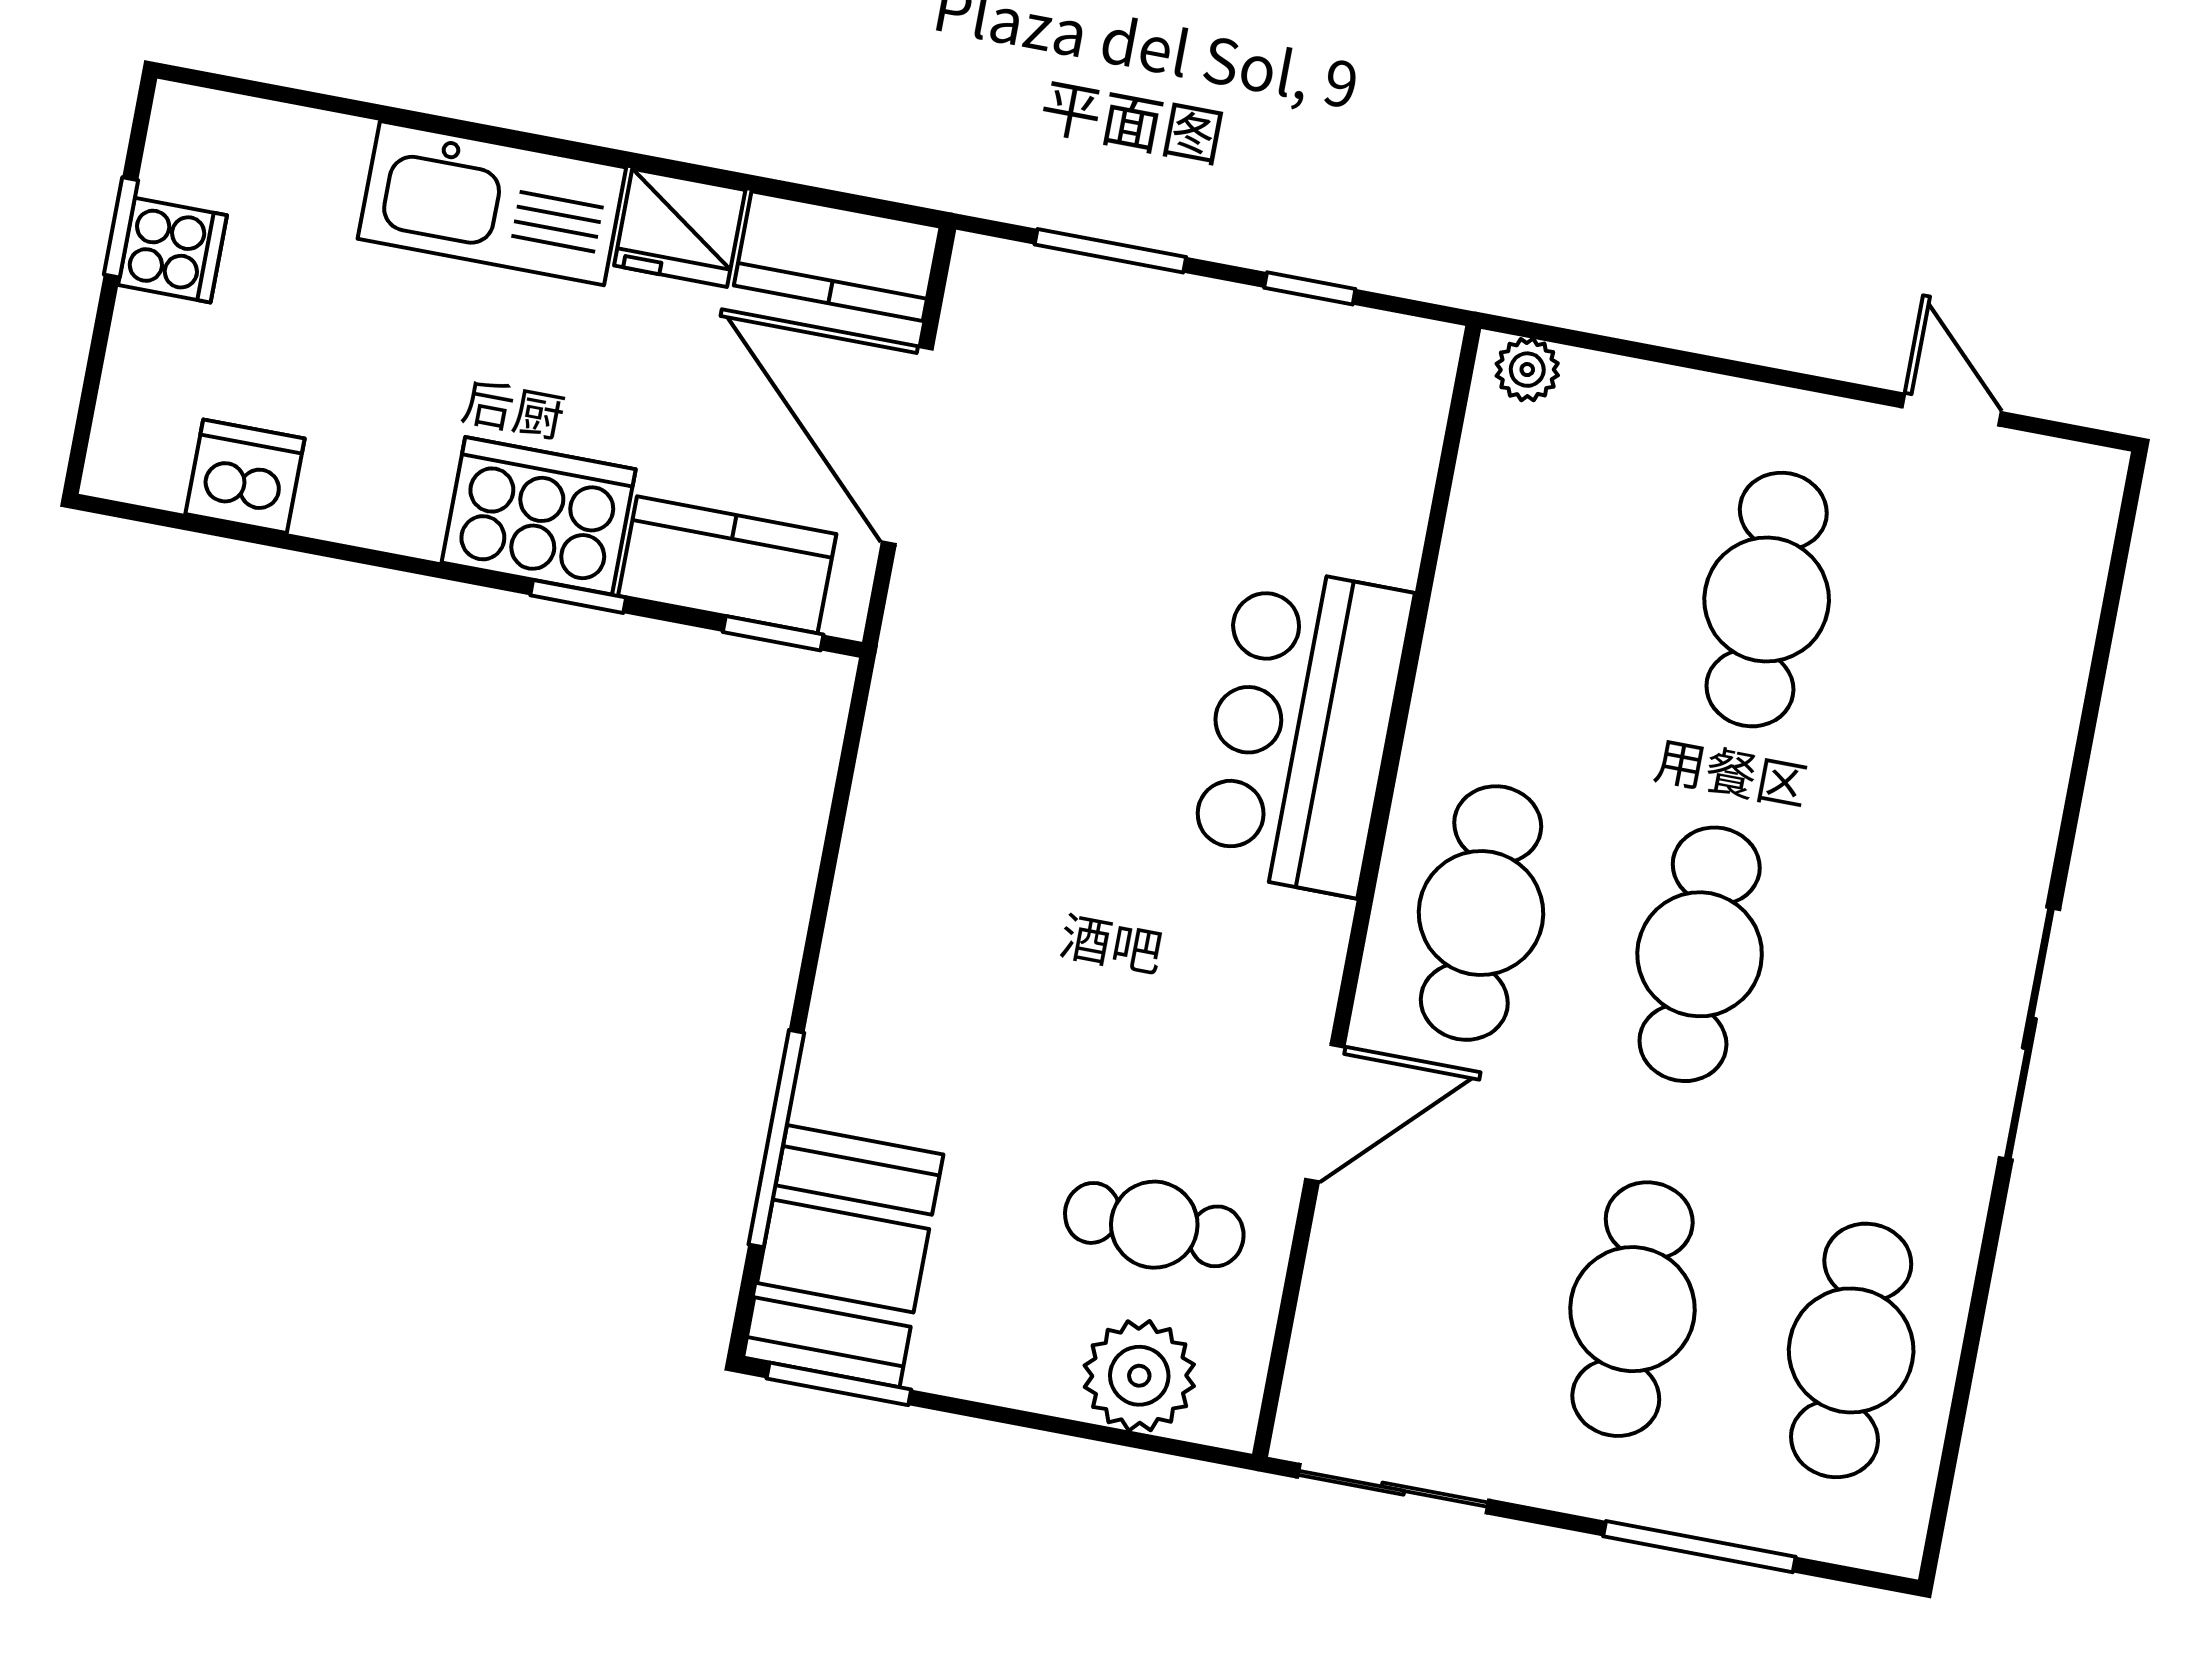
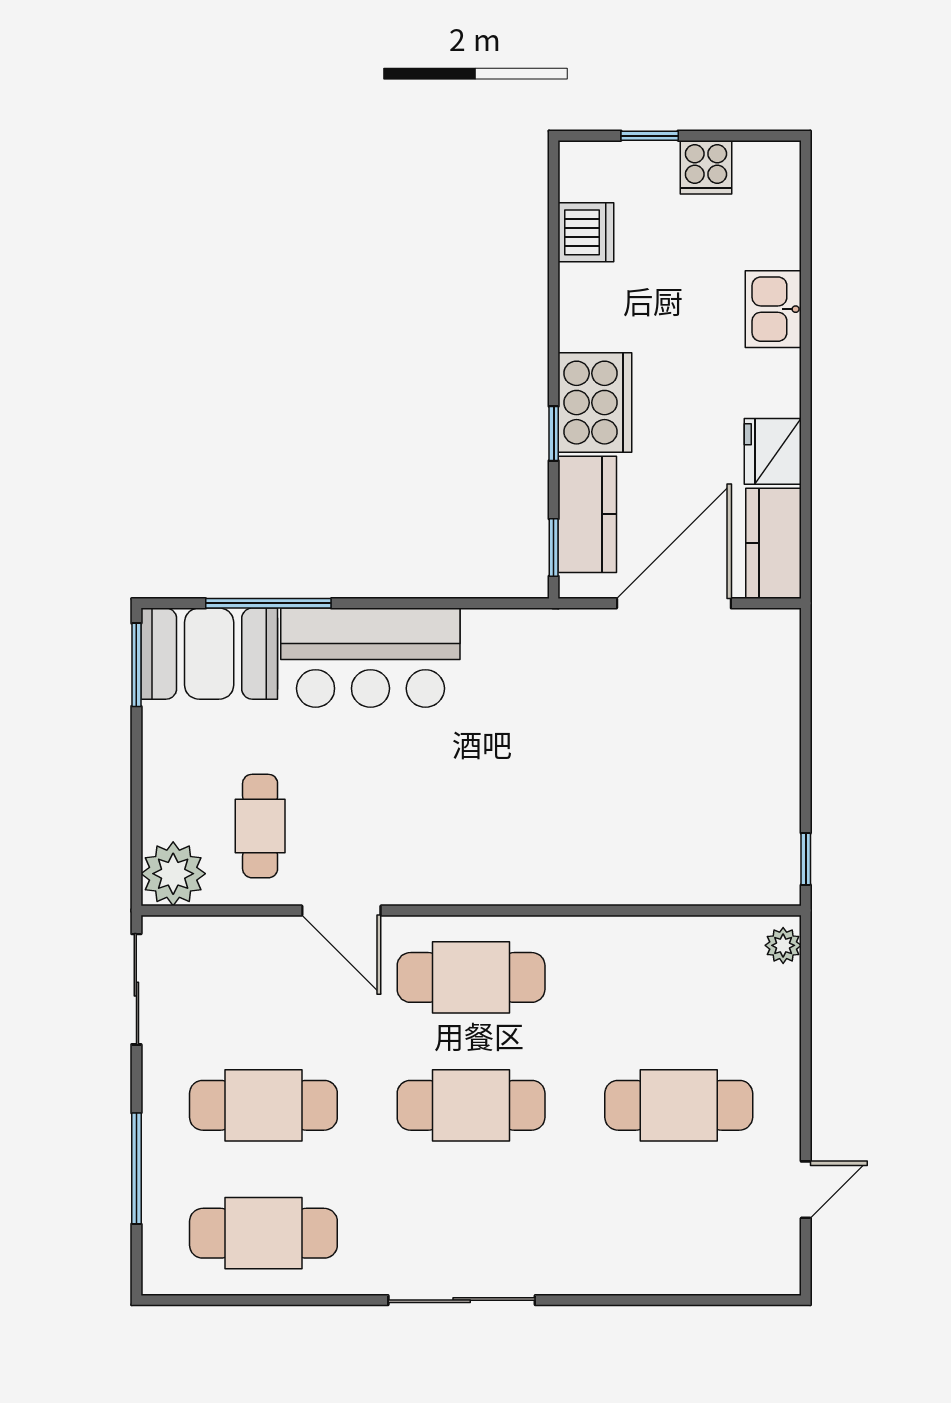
kitchen sink: (492, 203) -> (773, 309), width x0.53, depth x0.81
window: (121, 227) -> (650, 136), moved
window: (1110, 251) -> (806, 697), removed
window: (1310, 288) -> (806, 859), moved
bar counter: (1301, 730) -> (370, 658), moved, turned 180
plant: (1139, 1376) -> (173, 874), moved

